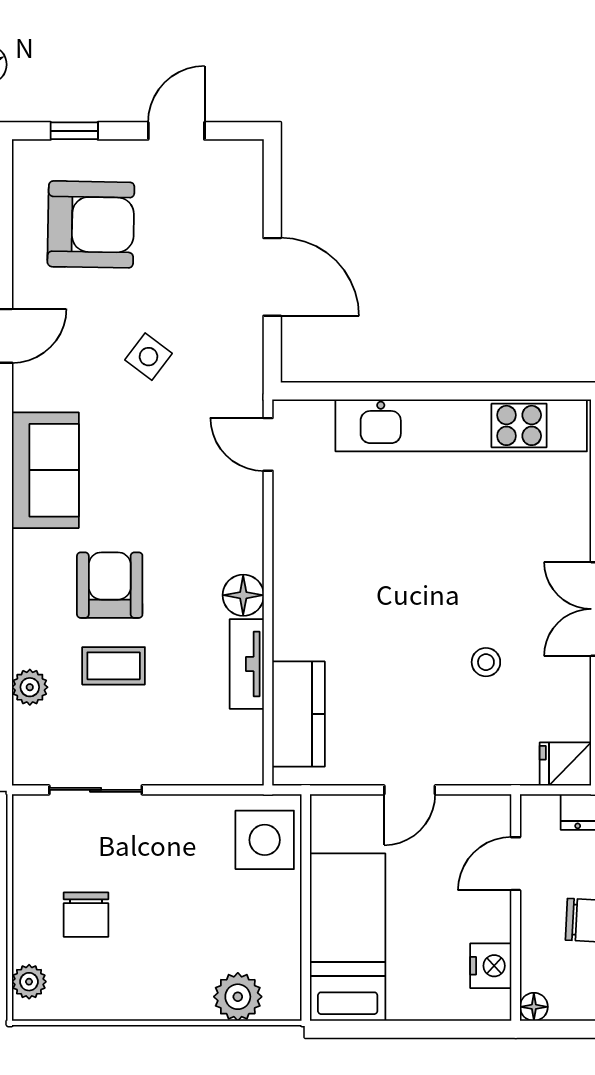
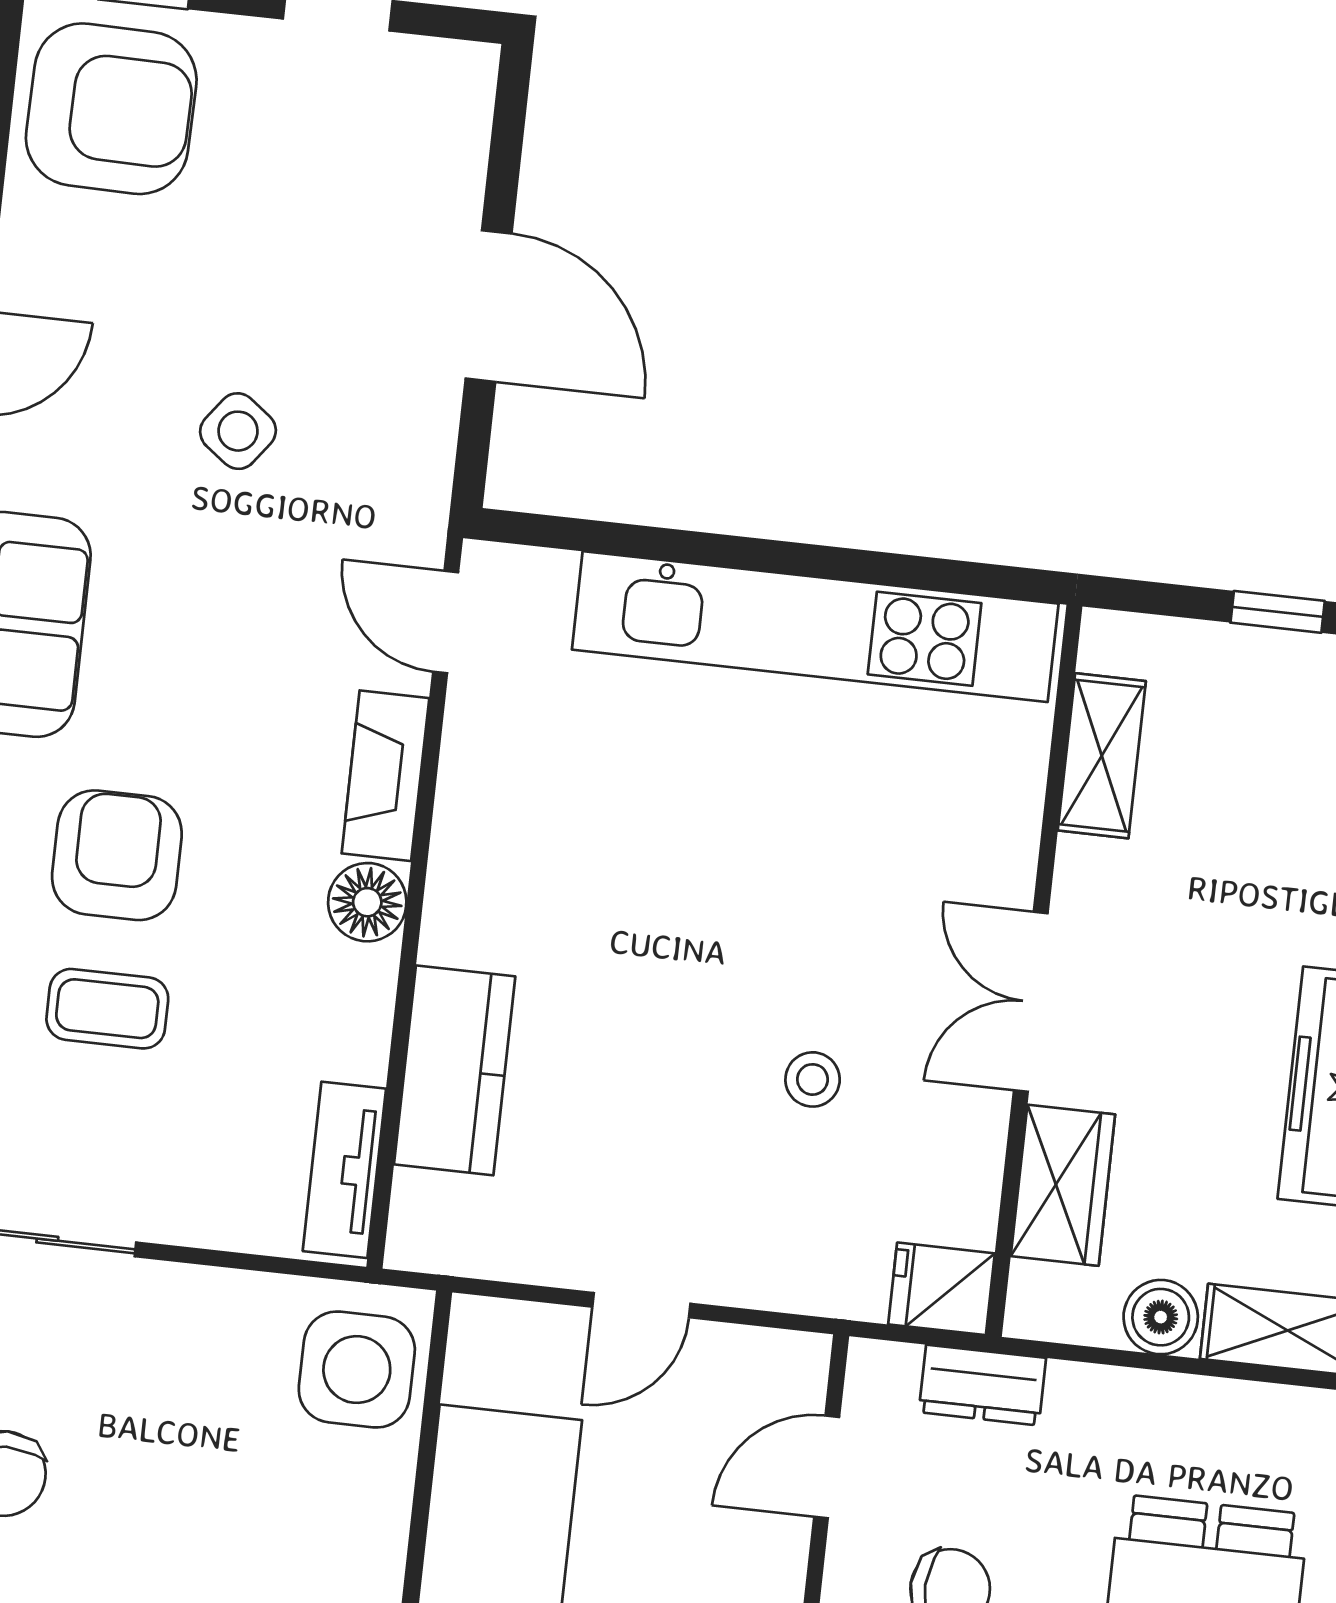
armchair: (91, 224) -> (111, 109), moved
fireplace: (245, 528) -> (385, 776), added
tv unit: (247, 664) -> (344, 1170), moved
kitchen counter: (298, 714) -> (455, 1070), moved

